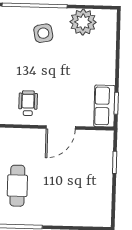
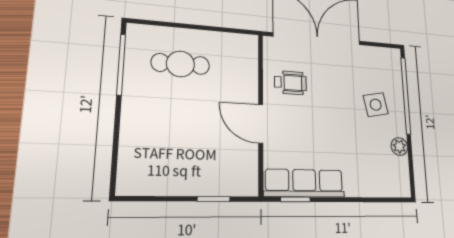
plant: (83, 22) -> (399, 146), width x0.53, depth x0.53
row of seats: (104, 106) -> (304, 183), width x1.48

